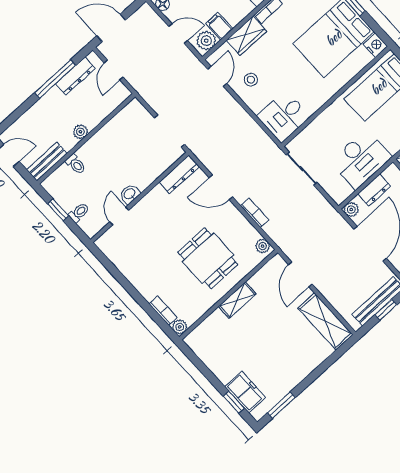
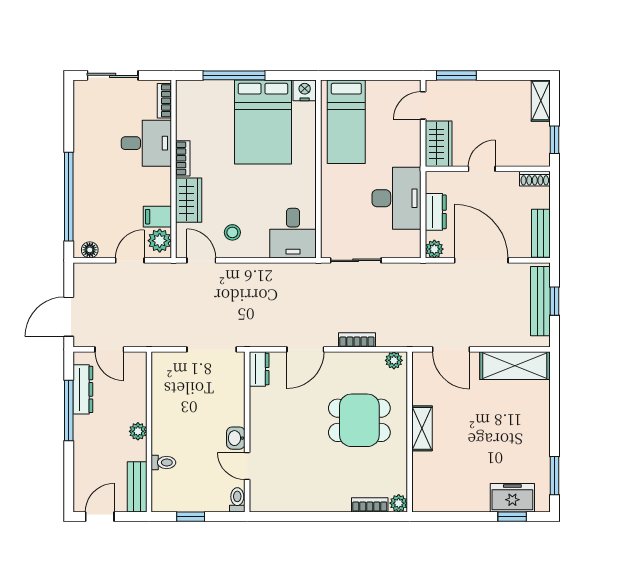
dresser: (179, 174) -> (259, 369), width x0.70
toilet: (79, 213) -> (237, 500), moved

